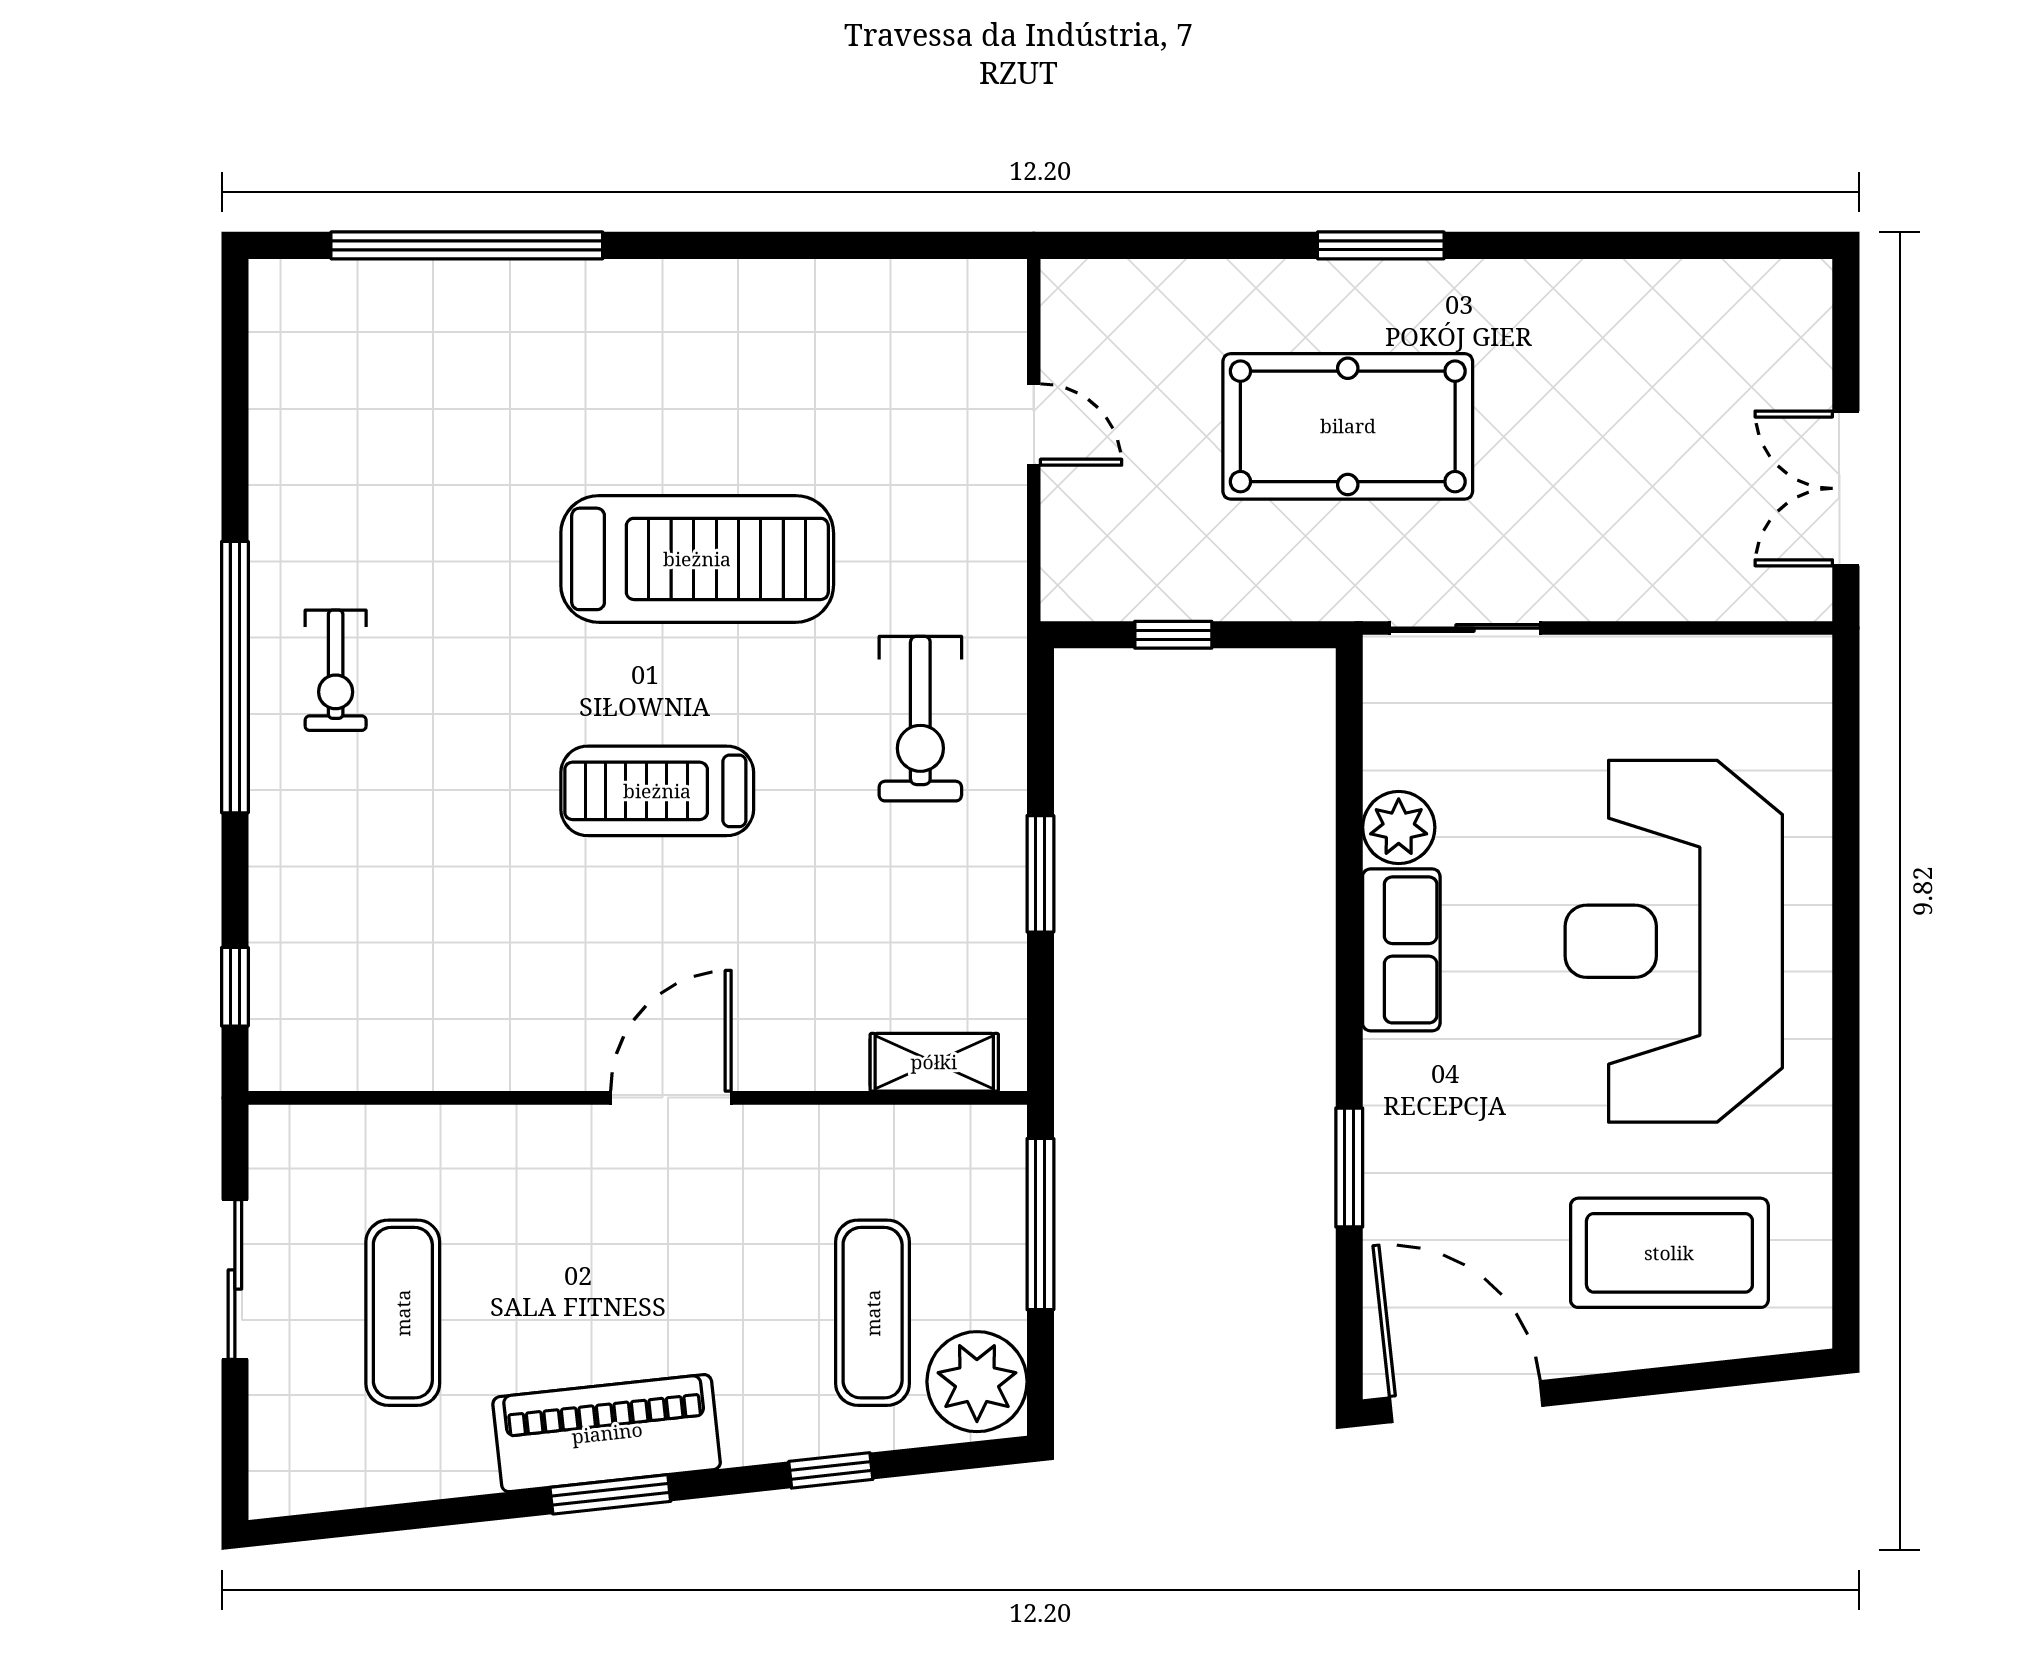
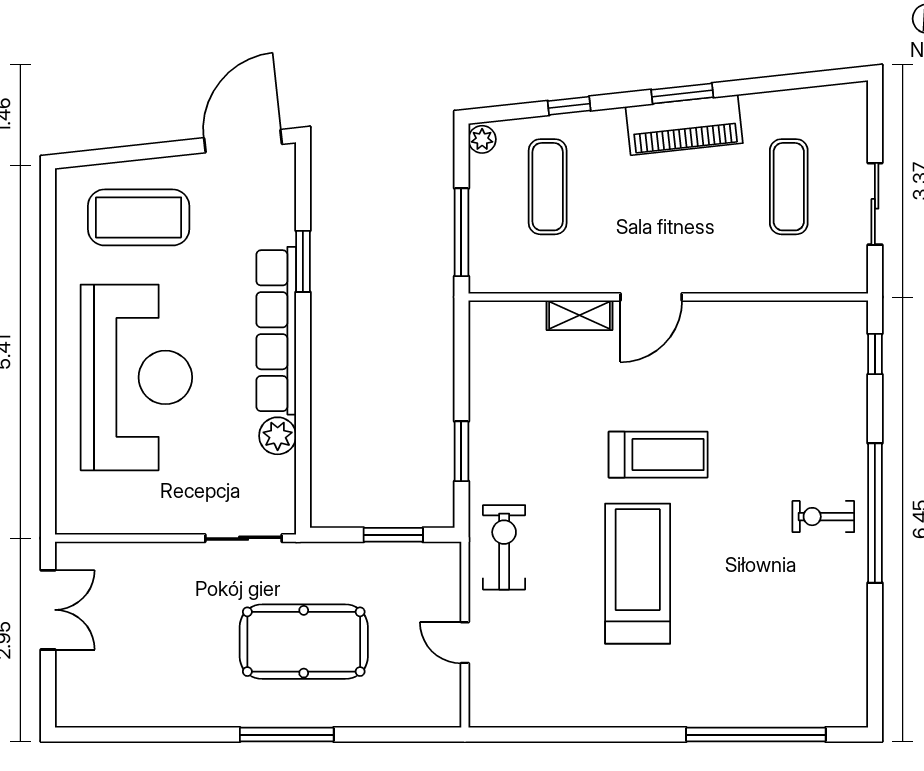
window: (1381, 245) -> (287, 735), width x1.44
treadmill: (697, 559) -> (638, 574), turned 90
window: (1173, 635) -> (393, 535), width x1.50
exercise bike: (336, 670) -> (823, 517), turned -90
exercise bike: (920, 719) -> (504, 547), moved
window: (1040, 874) -> (461, 451), moved
row of seats: (1401, 950) -> (276, 331), width x2.02
shelving: (934, 1062) -> (579, 315), moved
plant: (977, 1382) -> (482, 139), width x0.53, depth x0.53
door: (1466, 1402) -> (243, 141), swing flipped

